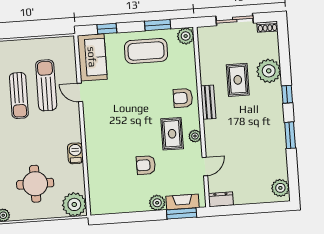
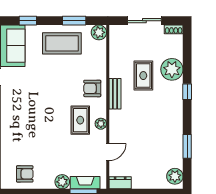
window: (290, 135) -> (187, 146), moved
armchair: (146, 165) -> (25, 174), moved, turned 180

